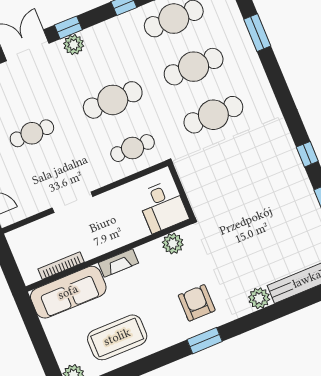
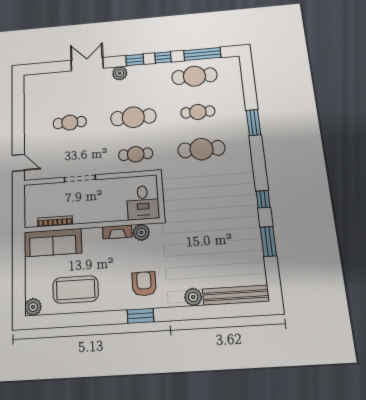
window: (68, 27) -> (135, 60), moved
window: (257, 33) -> (254, 123), moved
cafe table: (194, 67) -> (198, 112), width x0.73, depth x0.74
fireplace: (118, 263) -> (117, 232), moved

